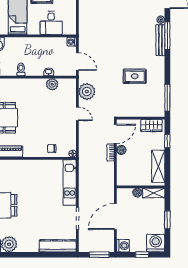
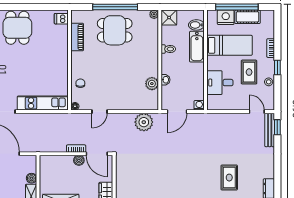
bathtub: (19, 44) -> (197, 47), added
rug: (135, 76) -> (229, 178), moved
door: (77, 114) -> (99, 112), moved

